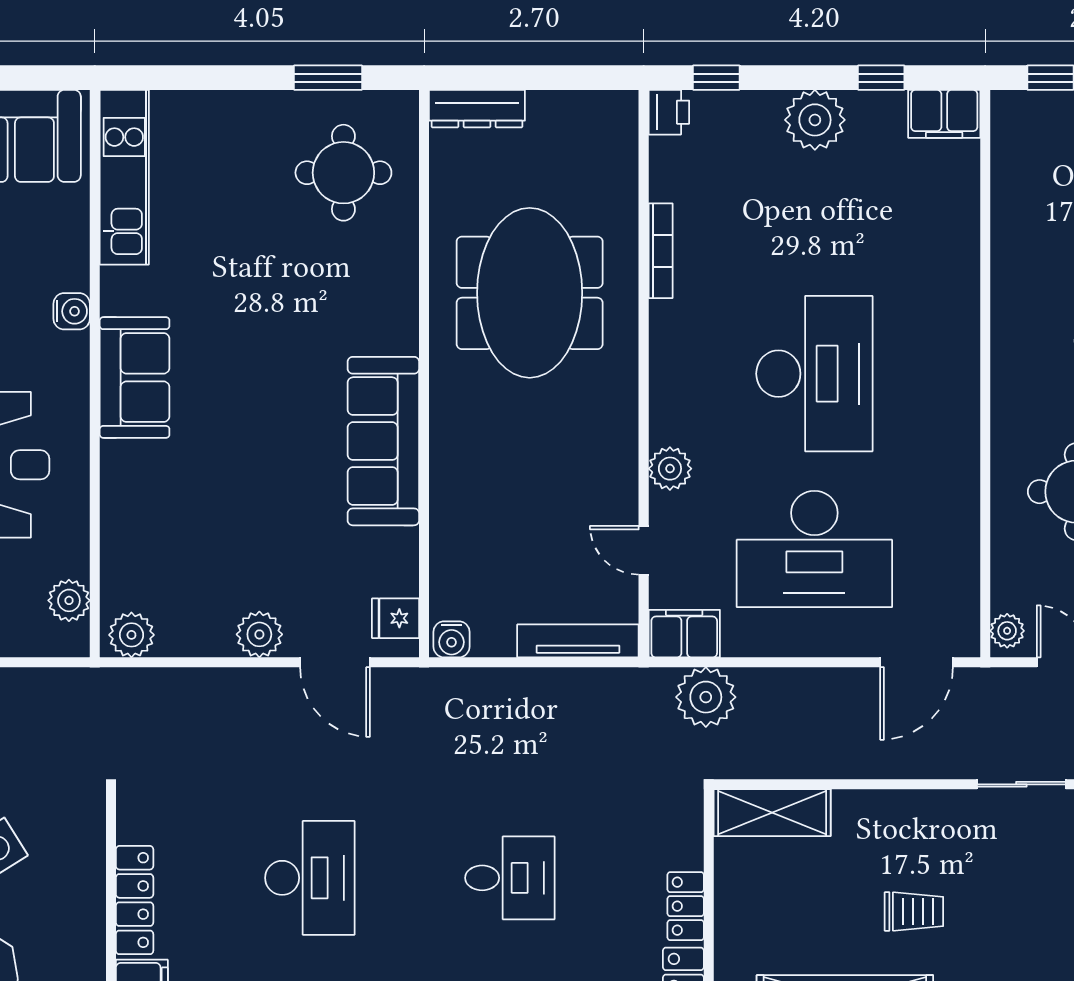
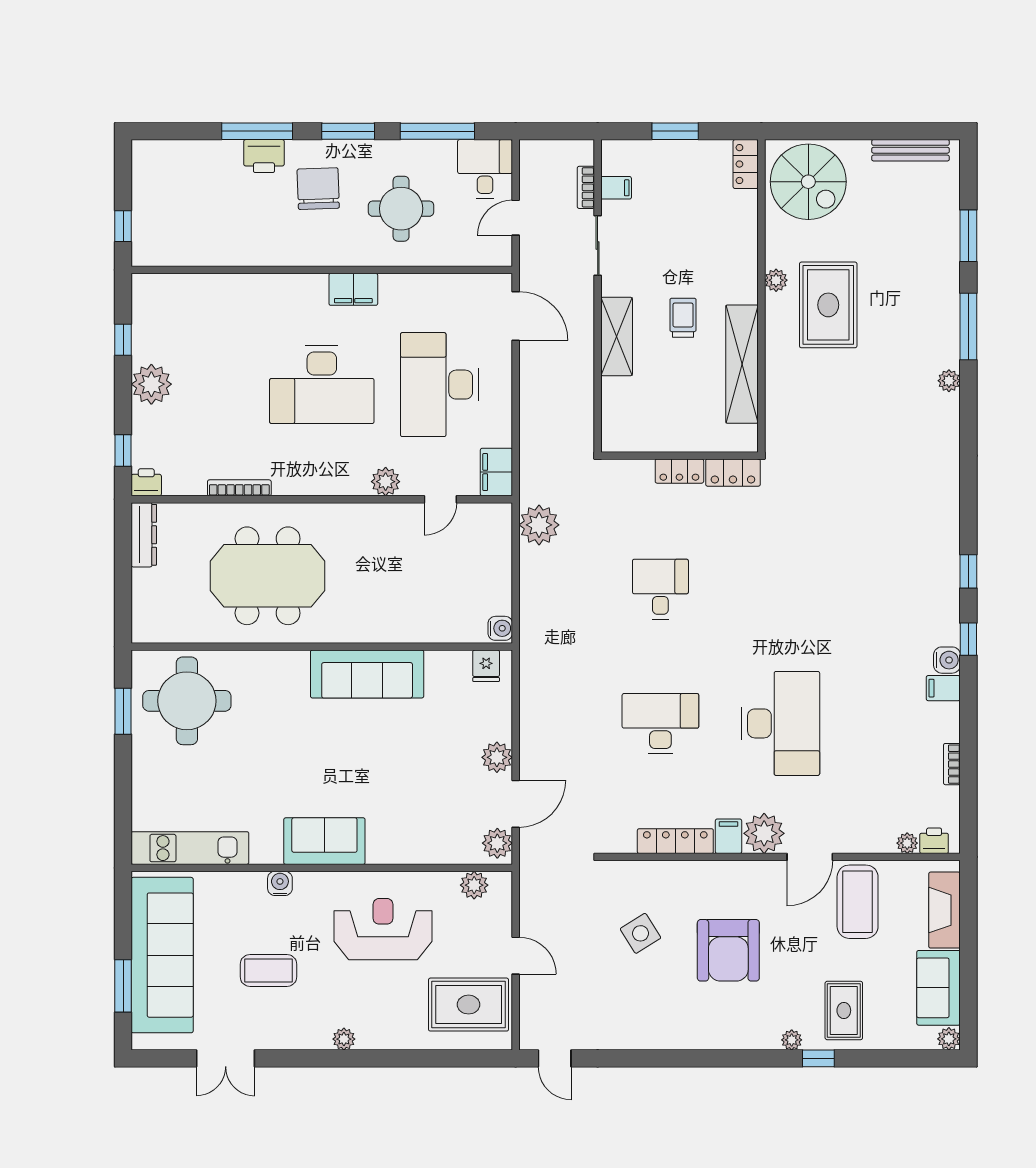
dresser: (477, 109) -> (144, 535), moved
filing cabinet: (944, 114) -> (353, 289), moved, turned 90
round table: (343, 173) -> (187, 701), width x1.36, depth x1.36
desk: (814, 374) -> (322, 385), turned 180
desk: (814, 549) -> (440, 385), turned 180
plant: (1007, 631) -> (494, 255), removed
tv unit: (578, 641) -> (501, 543), removed
door: (335, 662) -> (516, 804), moved
plant: (706, 697) -> (539, 525), moved
shelving: (772, 813) -> (617, 336), moved

